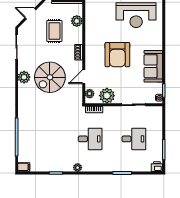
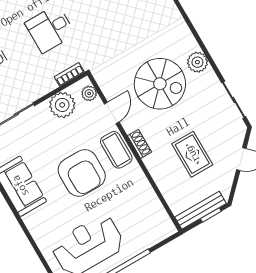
plant: (77, 21) -> (168, 187), removed
armchair: (117, 55) -> (82, 173), turned 180
coffee table: (92, 56) -> (116, 150), added
spiral stairs: (50, 77) -> (160, 84), turned 90

